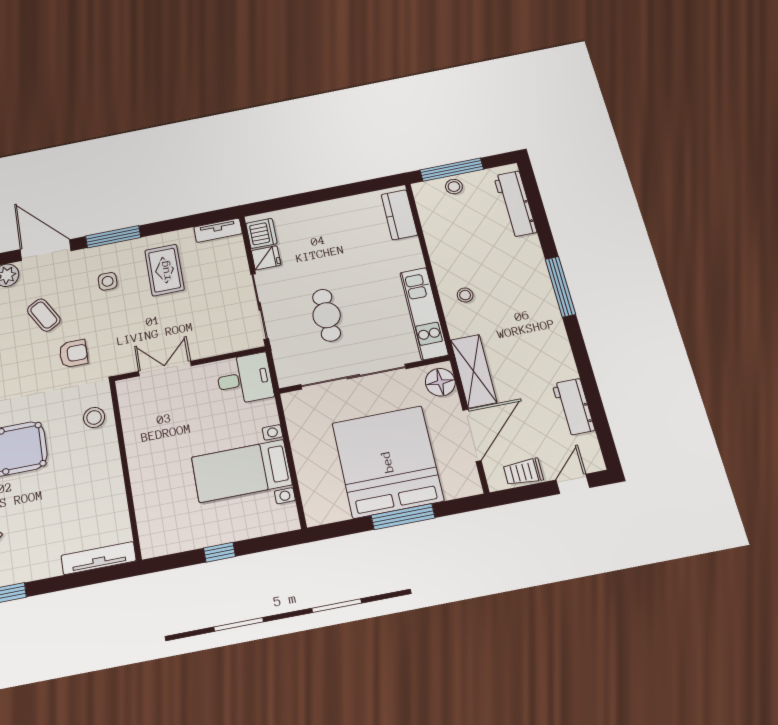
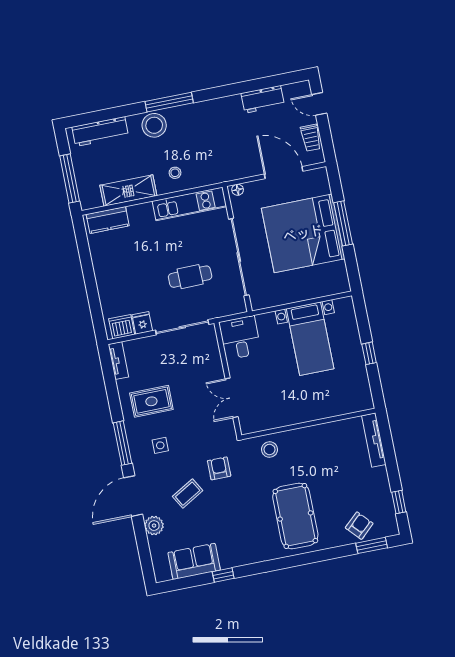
stool: (454, 187) -> (154, 125), moved, width x1.89, depth x1.89
shelving: (474, 371) -> (128, 191), moved
floor lamp: (440, 382) -> (238, 190), width x0.53, depth x0.53

